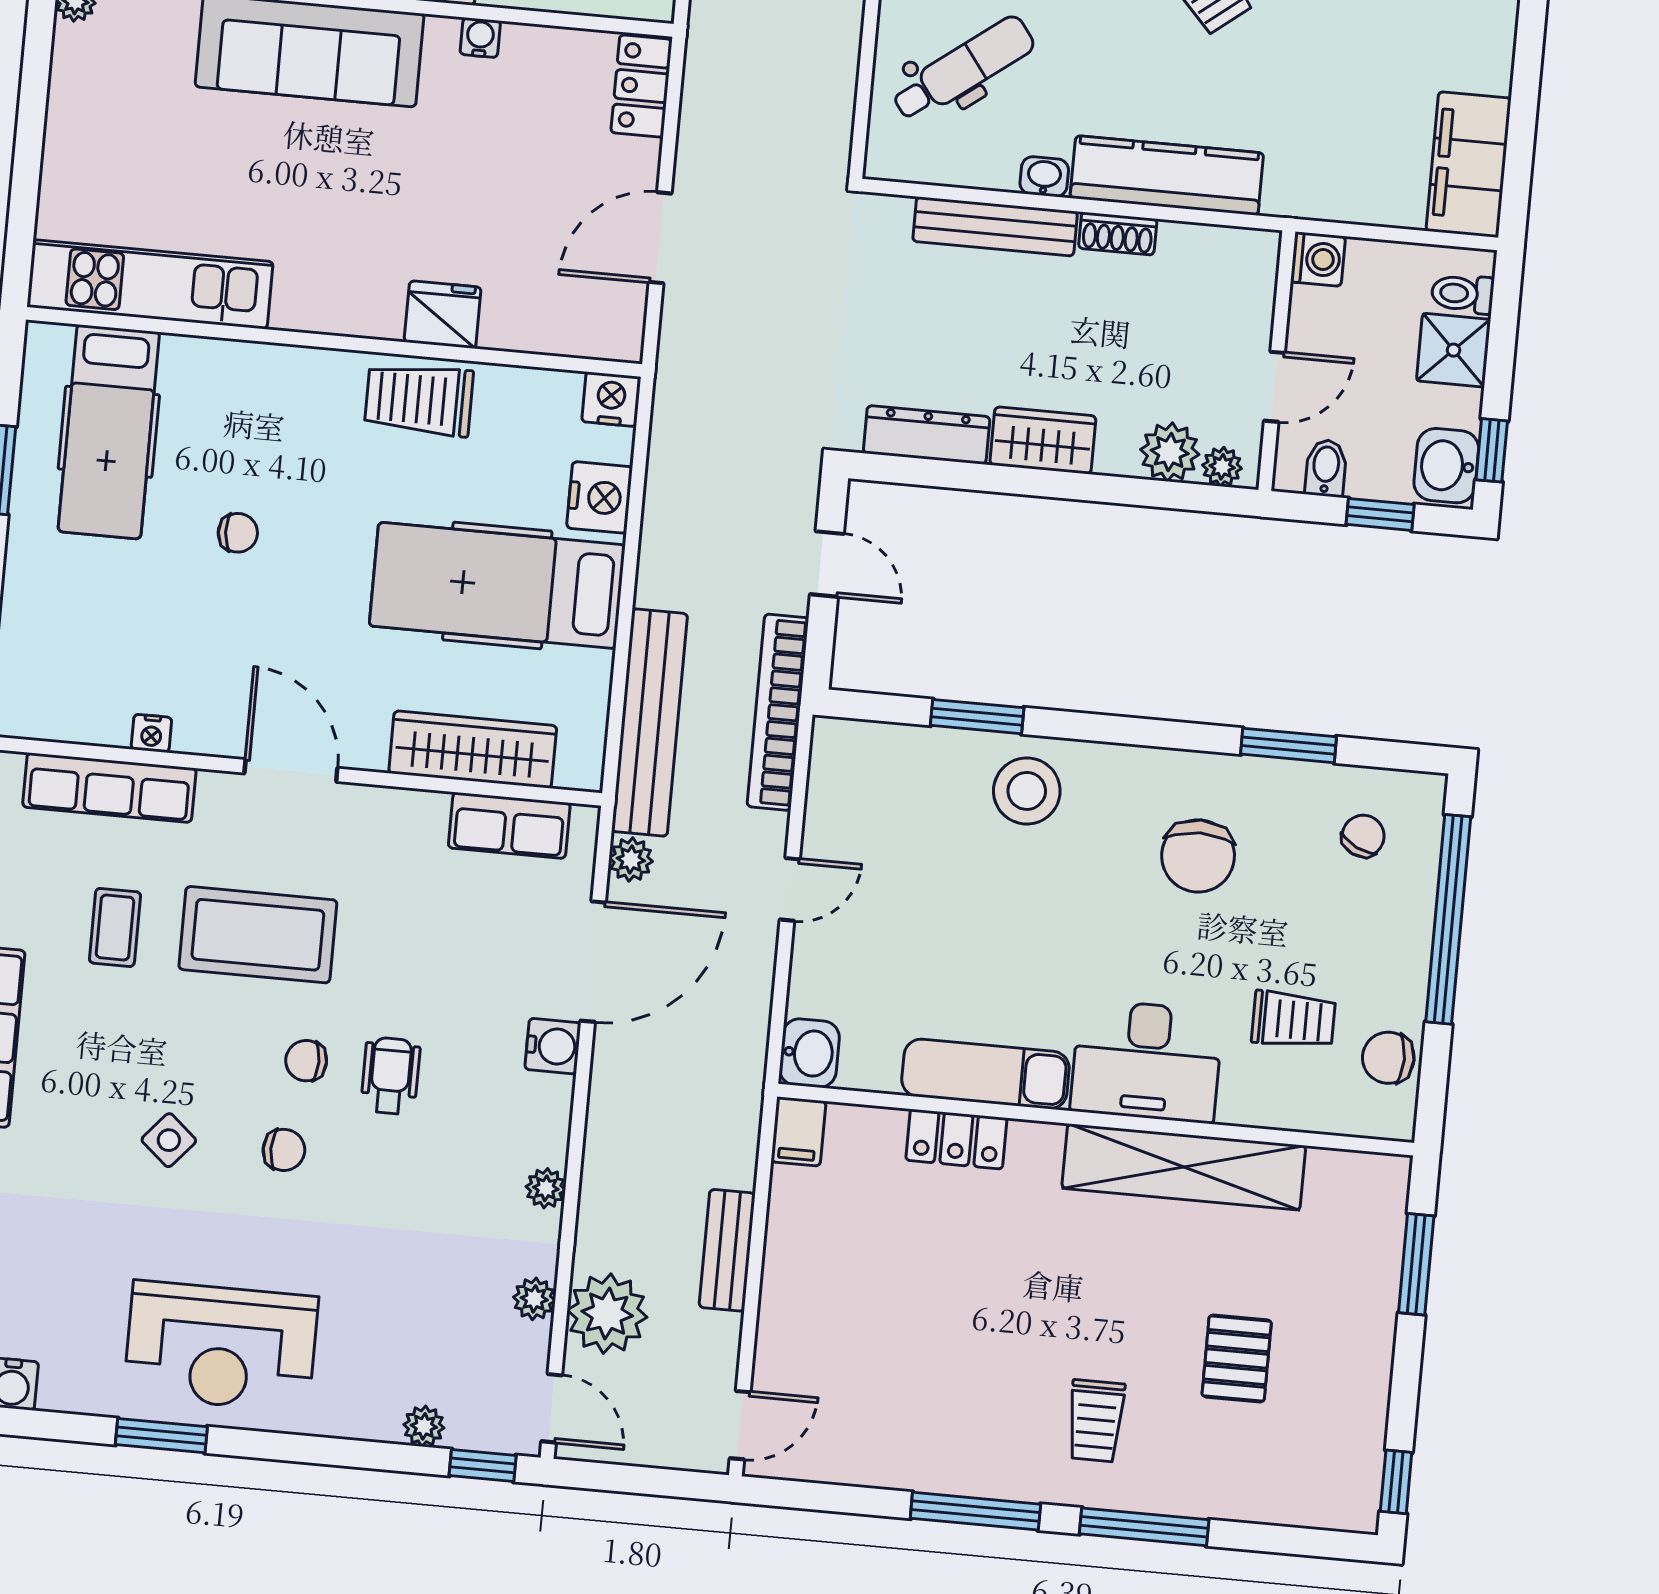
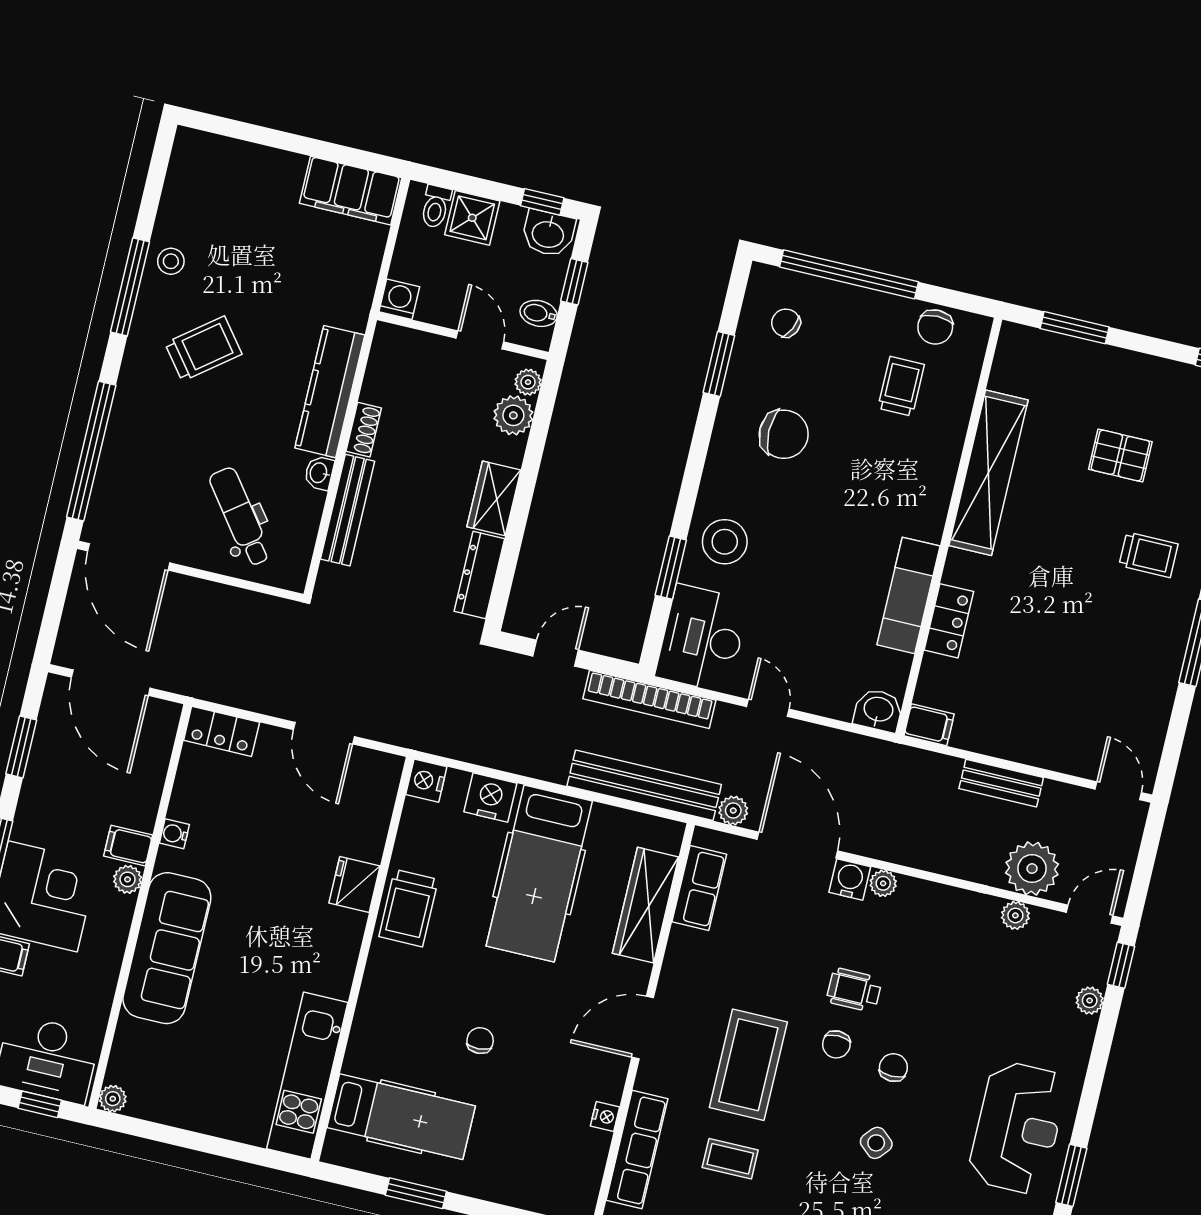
desk: (1147, 1061) -> (702, 638), moved, turned 180
plant: (546, 1188) -> (883, 883), moved

